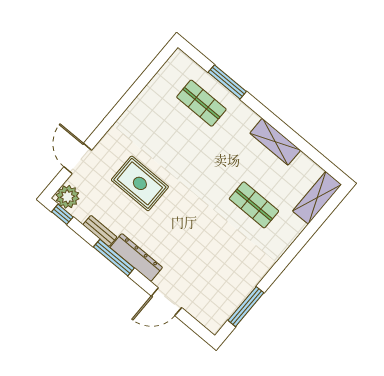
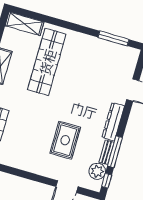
plant: (67, 197) -> (97, 171), moved
shop shelf: (254, 205) -> (47, 62), width x2.00, depth x1.36
window: (114, 258) -> (115, 152), moved

